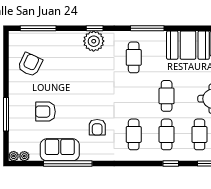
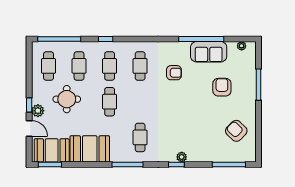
plant: (94, 41) -> (182, 157), width x0.53, depth x0.53
armchair: (30, 65) -> (236, 131), turned 109
armchair: (45, 112) -> (222, 87), turned -90
armchair: (97, 127) -> (174, 73), turned 90
plant: (14, 156) -> (252, 46), removed

